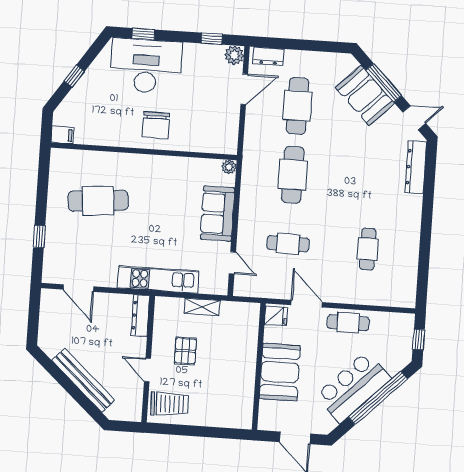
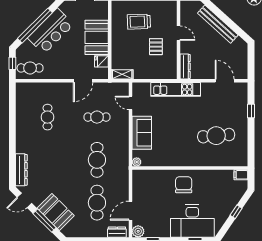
door: (306, 304) -> (83, 81), hinge flipped
shelving: (202, 307) -> (122, 74), moved
fridge: (276, 316) -> (101, 61), moved
cafe table: (348, 323) -> (30, 68), moved
trolley: (169, 404) -> (139, 22), moved

